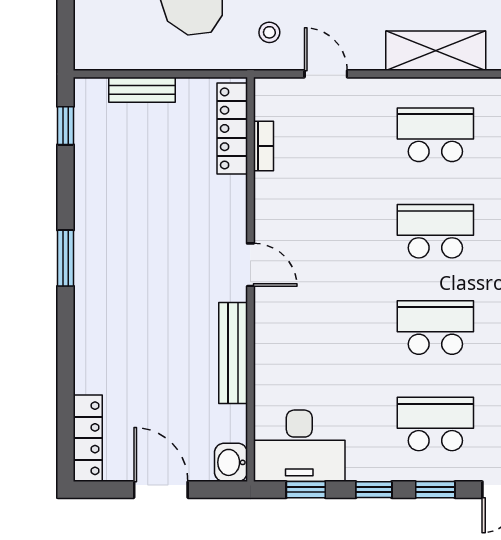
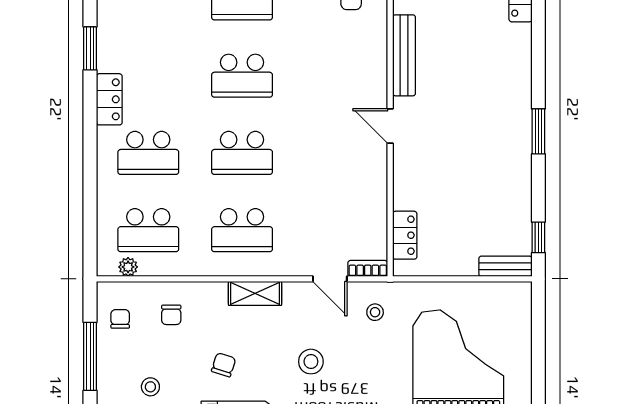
shelving: (436, 51) -> (255, 293), width x0.67, depth x0.75
bench: (142, 90) -> (505, 266), moved
locker: (232, 128) -> (405, 235), width x0.66
bookcase: (264, 146) -> (368, 268), moved, turned 90

